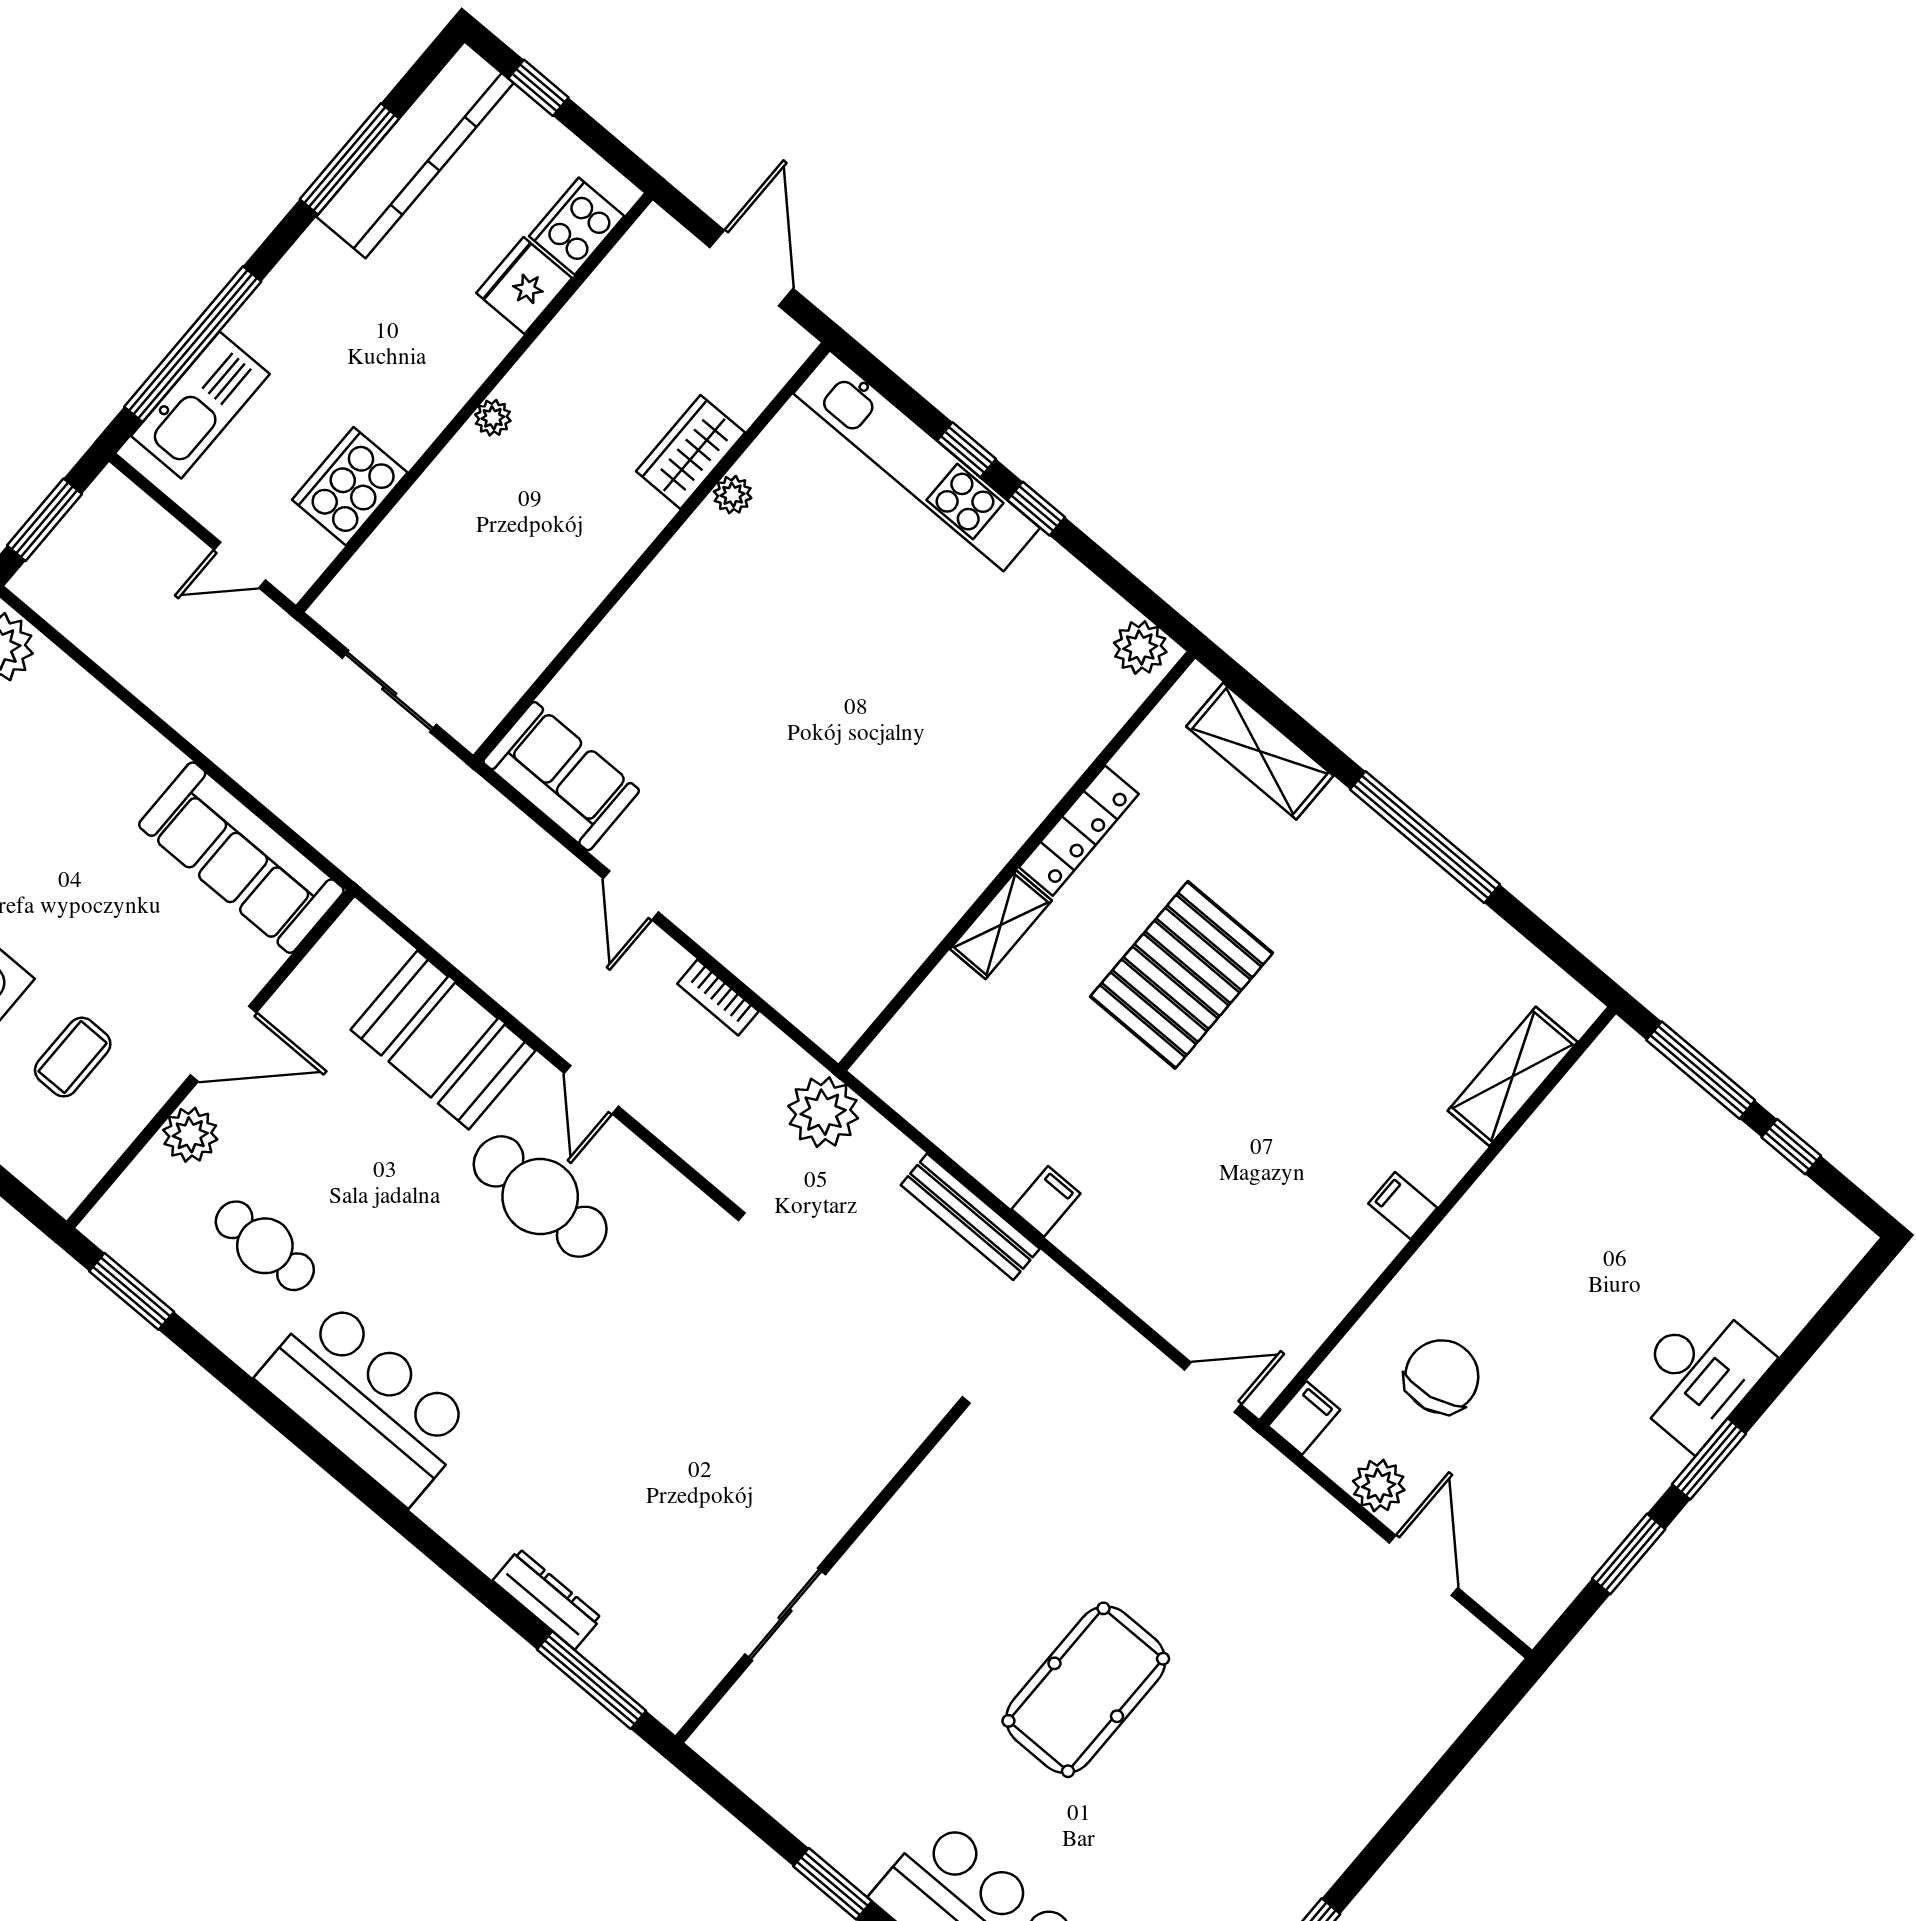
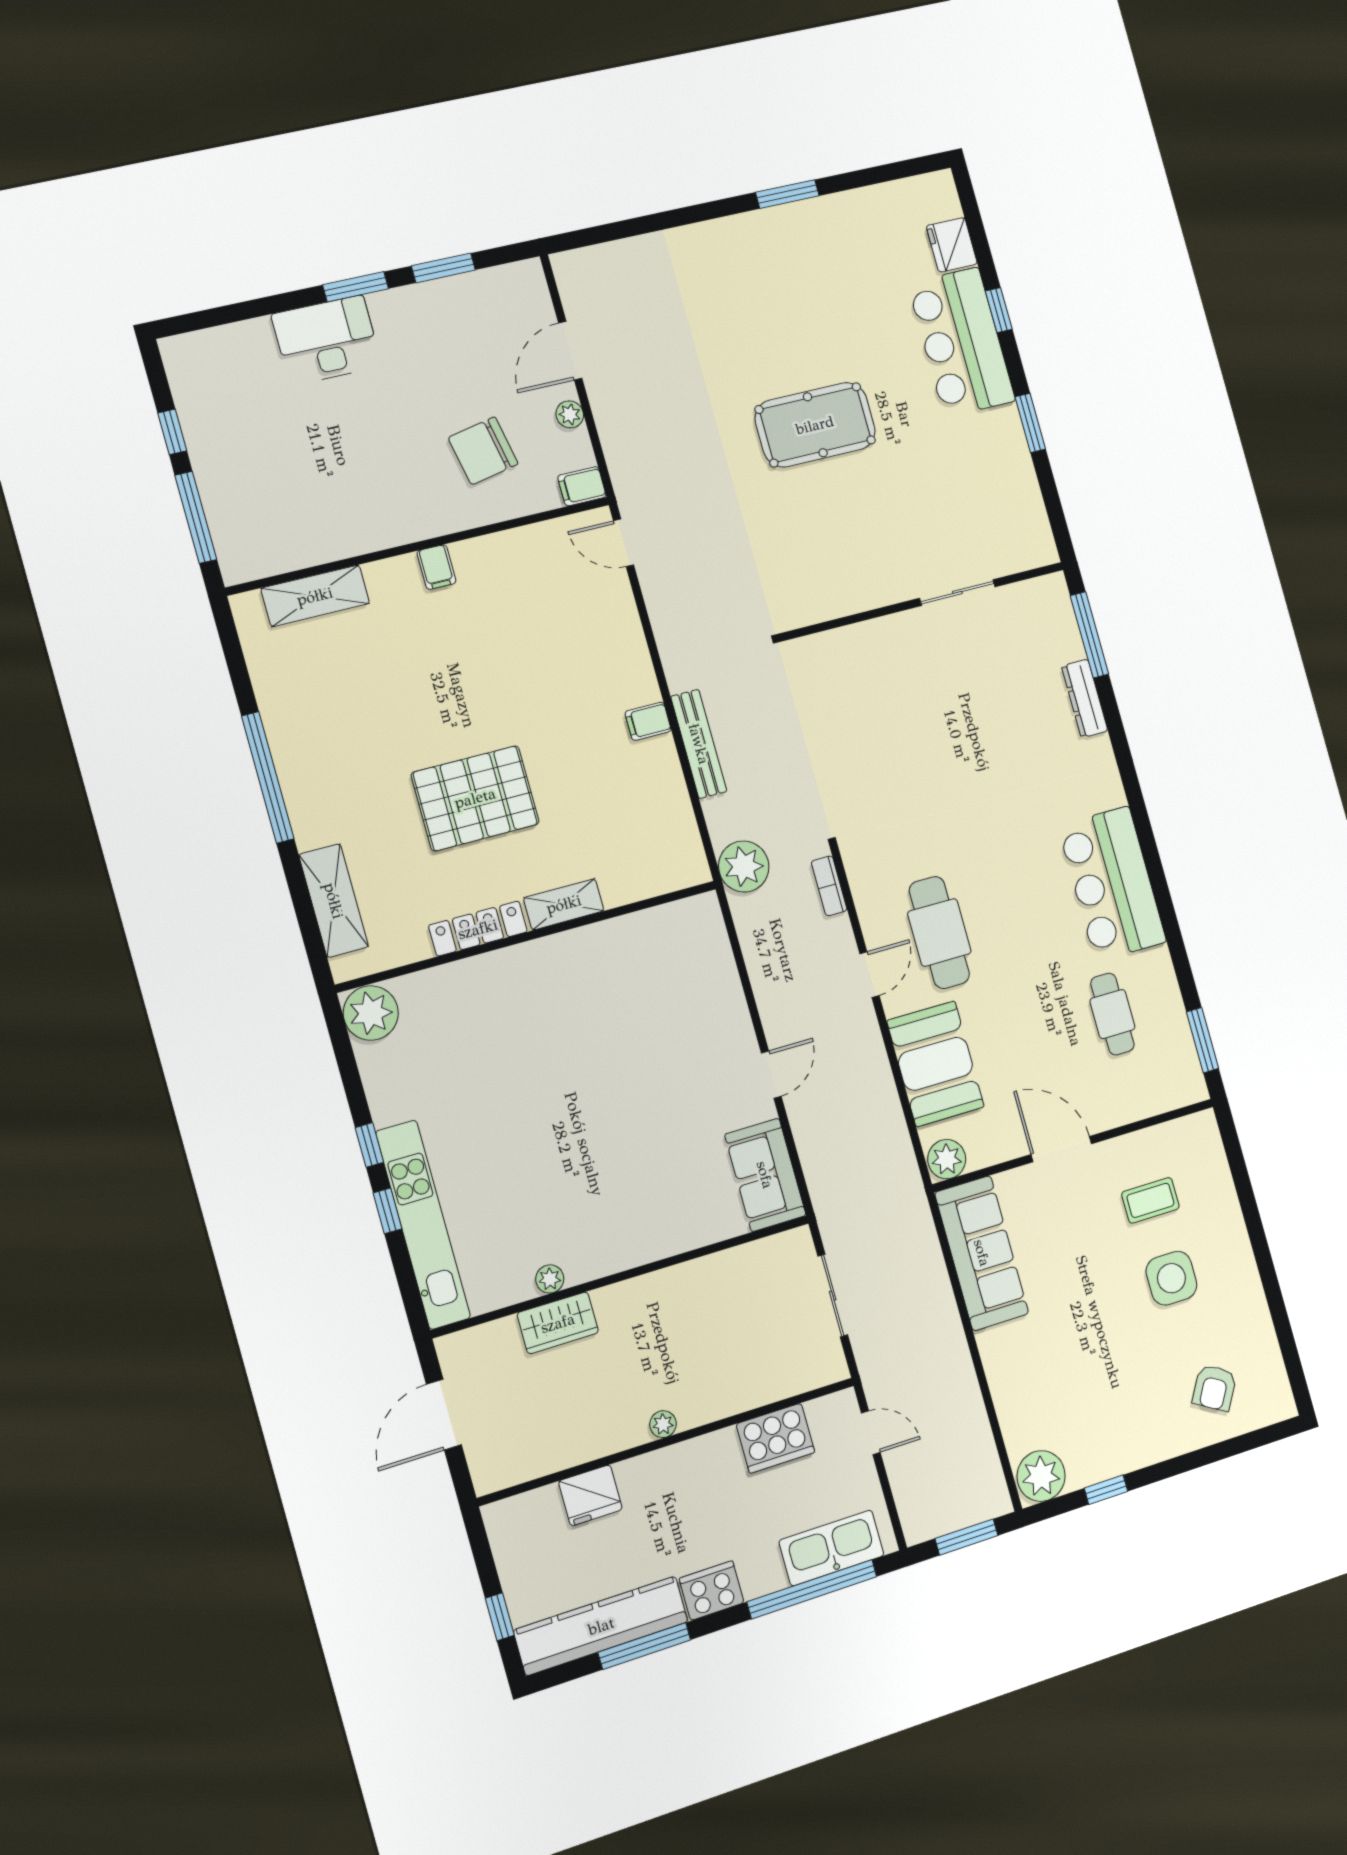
cooker: (577, 226) -> (712, 1591), moved, turned 180
plant: (1140, 647) -> (371, 1013), width x1.36, depth x1.36
bookcase: (718, 998) -> (829, 886), moved, turned 180
plant: (190, 1135) -> (947, 1159), moved
plant: (1379, 1485) -> (570, 414), width x0.73, depth x0.73

